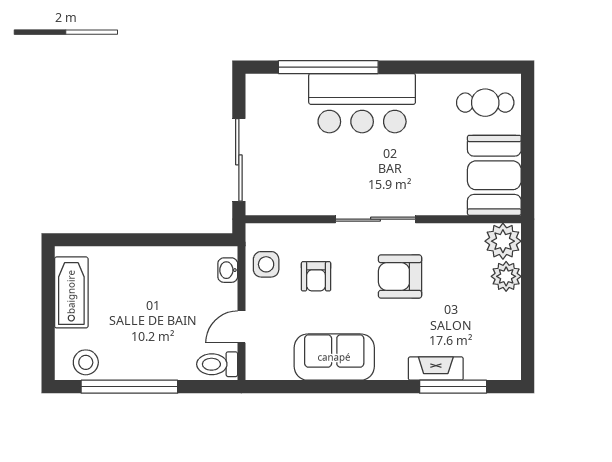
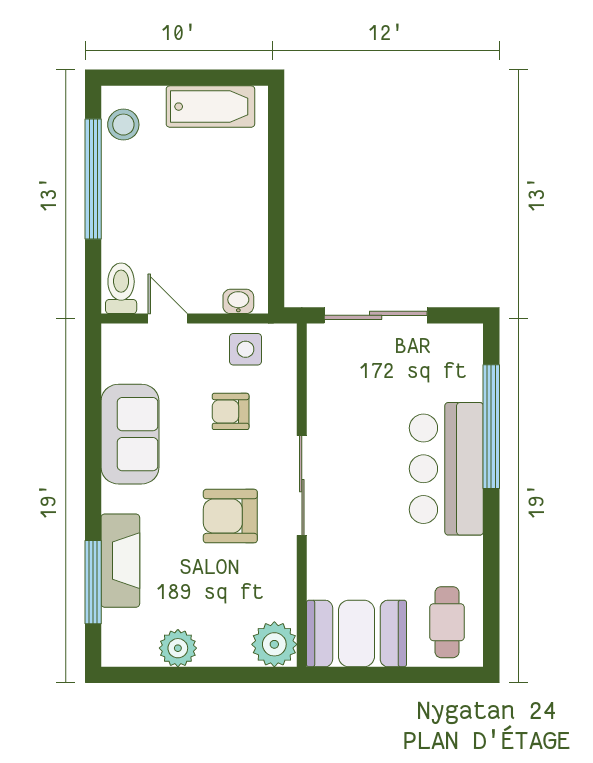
plant: (506, 276) -> (178, 648), moved
armchair: (400, 277) -> (230, 516), turned -90
fireplace: (436, 369) -> (120, 561), width x1.37, depth x1.32

